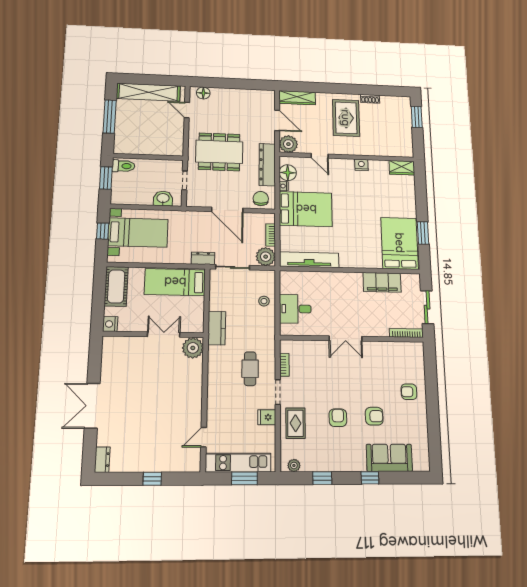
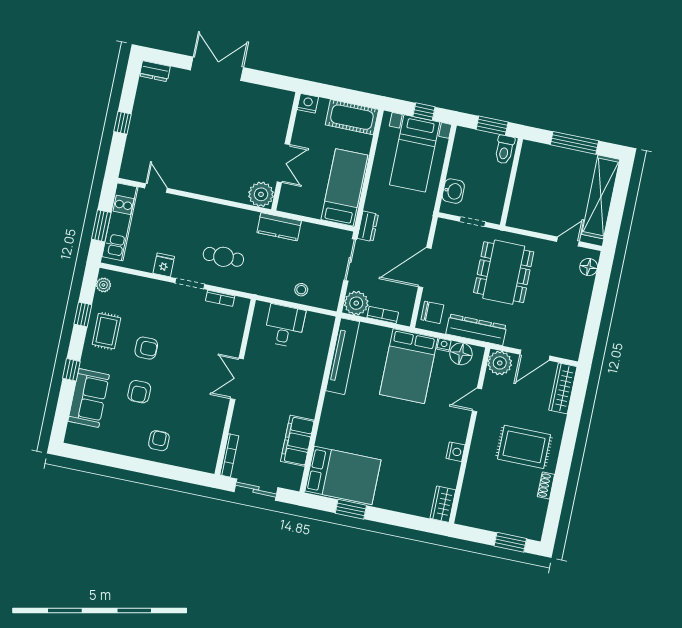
rug: (295, 423) -> (106, 331), moved, turned 90

